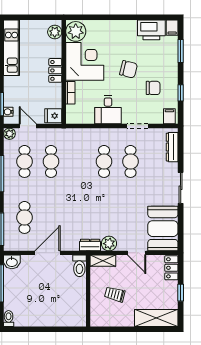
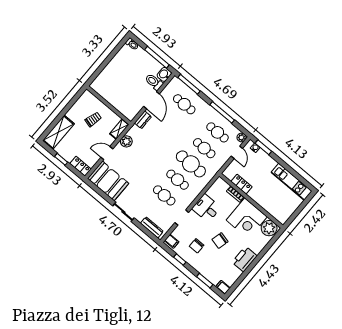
printer: (151, 30) -> (244, 259), moved
plant: (55, 32) -> (279, 215), removed
locker: (55, 70) -> (242, 184), moved
fridge: (53, 116) -> (230, 172), removed
door: (28, 126) -> (237, 152), hinge flipped
cafe table: (78, 161) -> (191, 164), added
dresser: (90, 245) -> (143, 120), moved
toilet: (79, 266) -> (154, 82), moved

